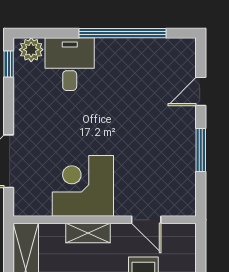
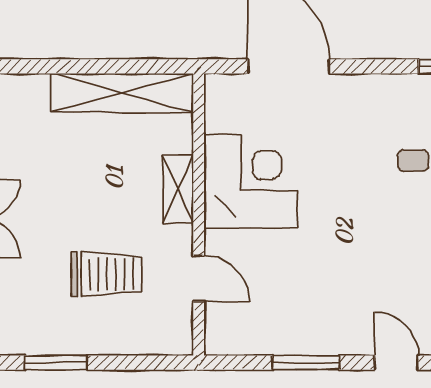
door: (146, 220) -> (199, 279), swing flipped

